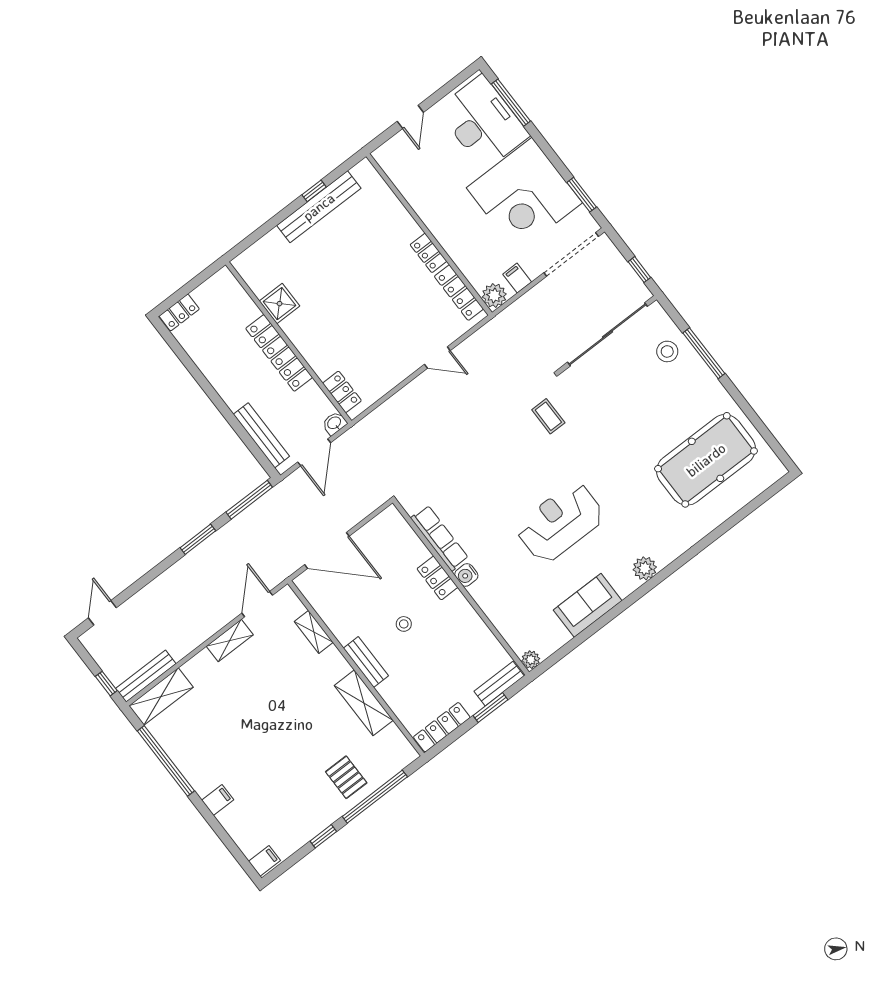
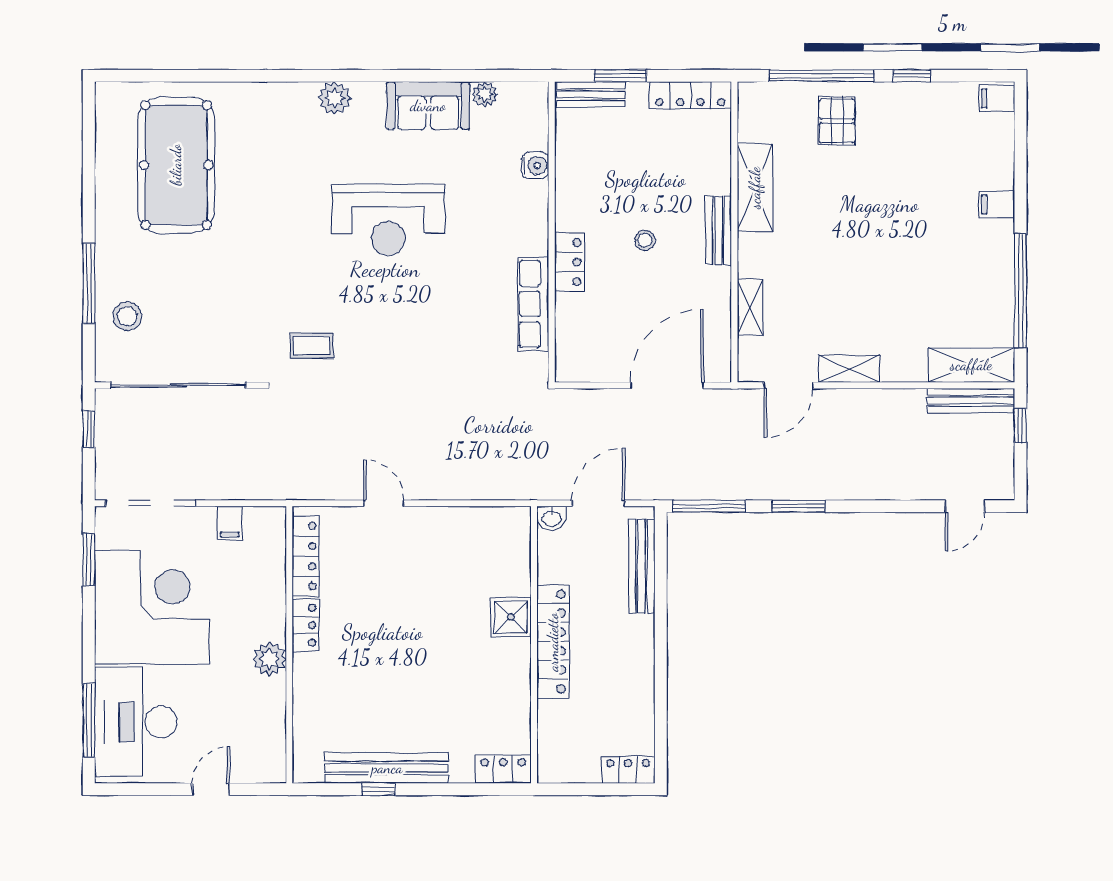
plant: (494, 296) -> (269, 659), moved
shower: (280, 304) -> (511, 617), moved
locker: (342, 392) -> (503, 769), moved, turned 90
coffee table: (548, 416) -> (312, 346), turned 90
pool table: (706, 460) -> (176, 165), turned 90
door: (327, 550) -> (667, 385), hinge flipped
water cooler: (466, 575) -> (535, 166), moved
plant: (531, 660) -> (485, 94), moved

